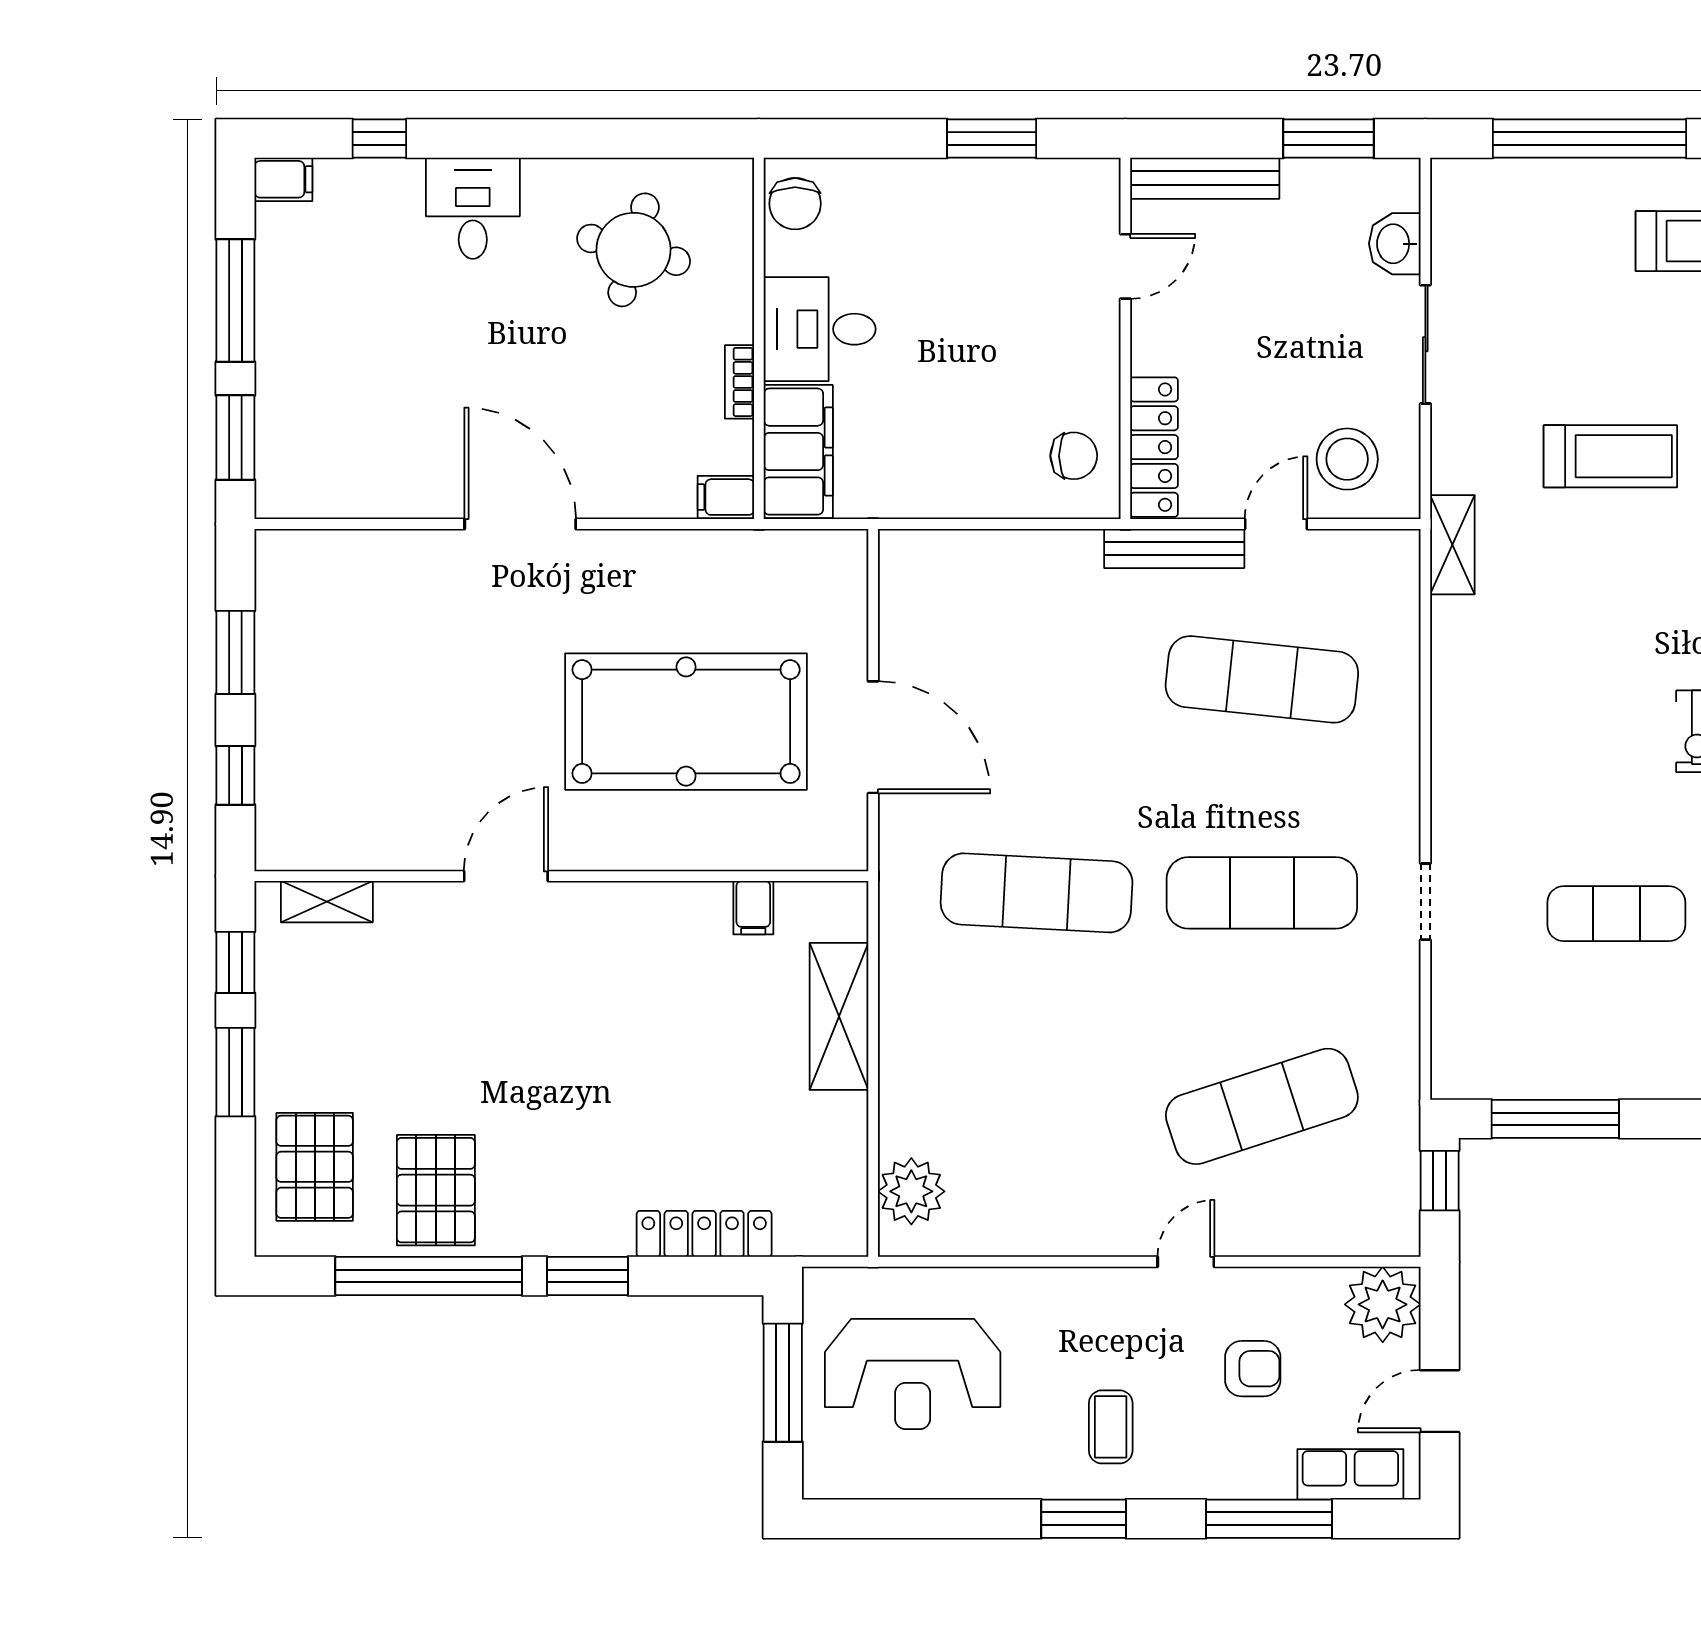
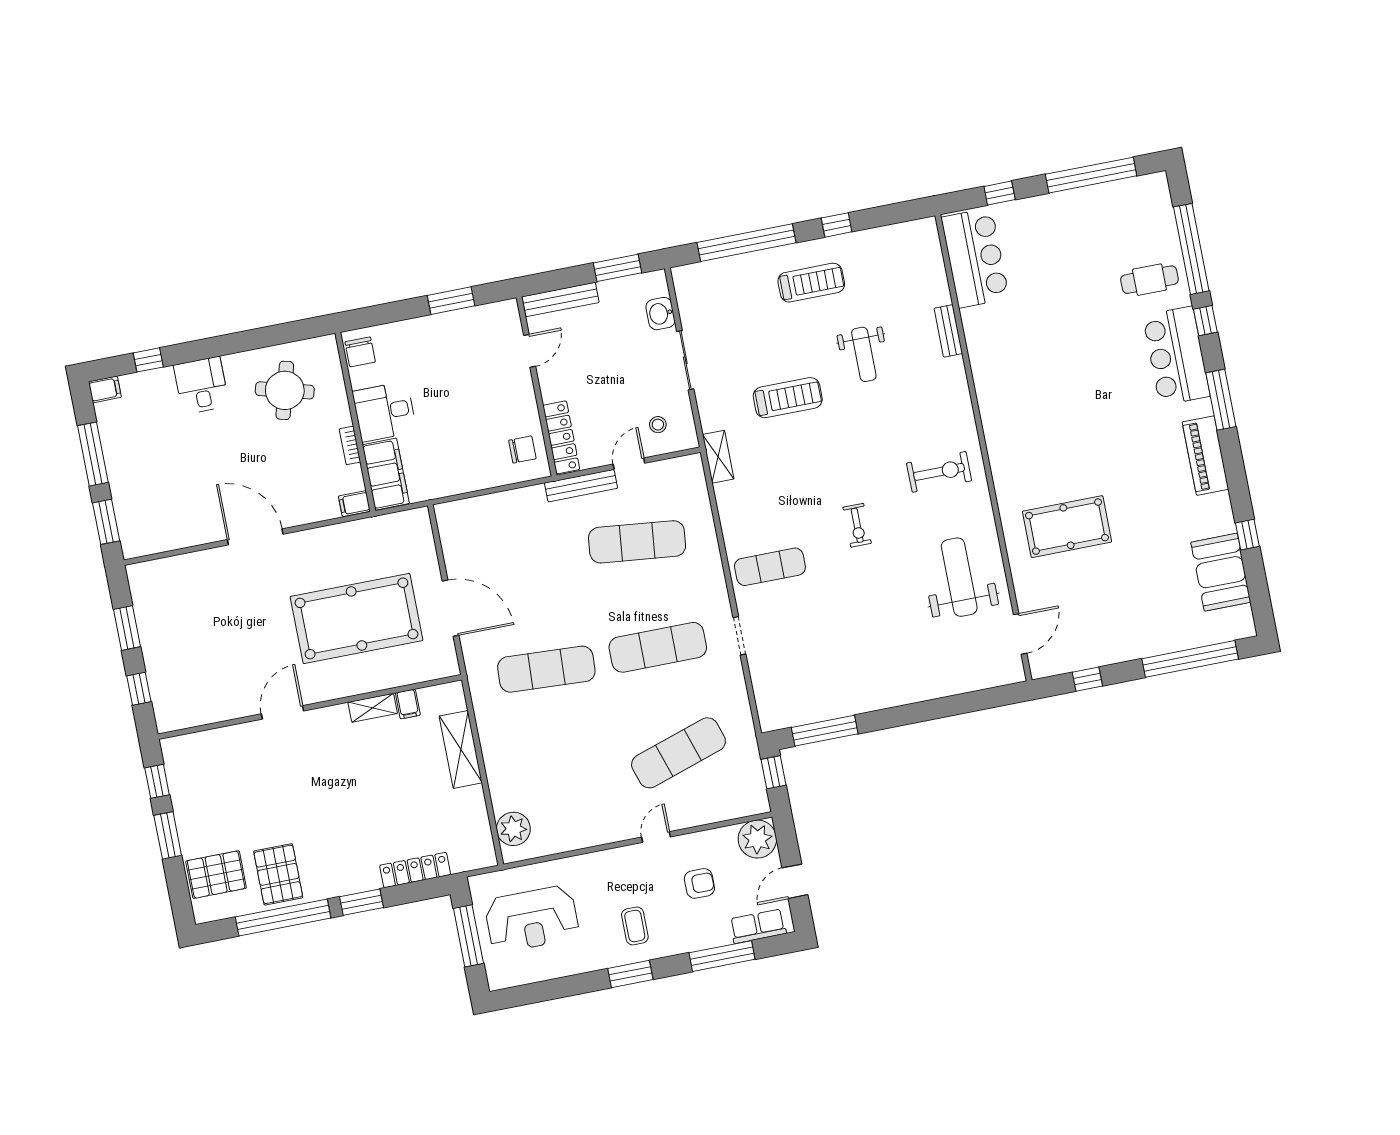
stool: (1347, 459) -> (658, 425), width x0.53, depth x0.53
shelving: (327, 902) -> (373, 708), moved
exercise mat: (1616, 914) -> (770, 567), moved
pallet: (315, 1167) -> (216, 875), turned 90

